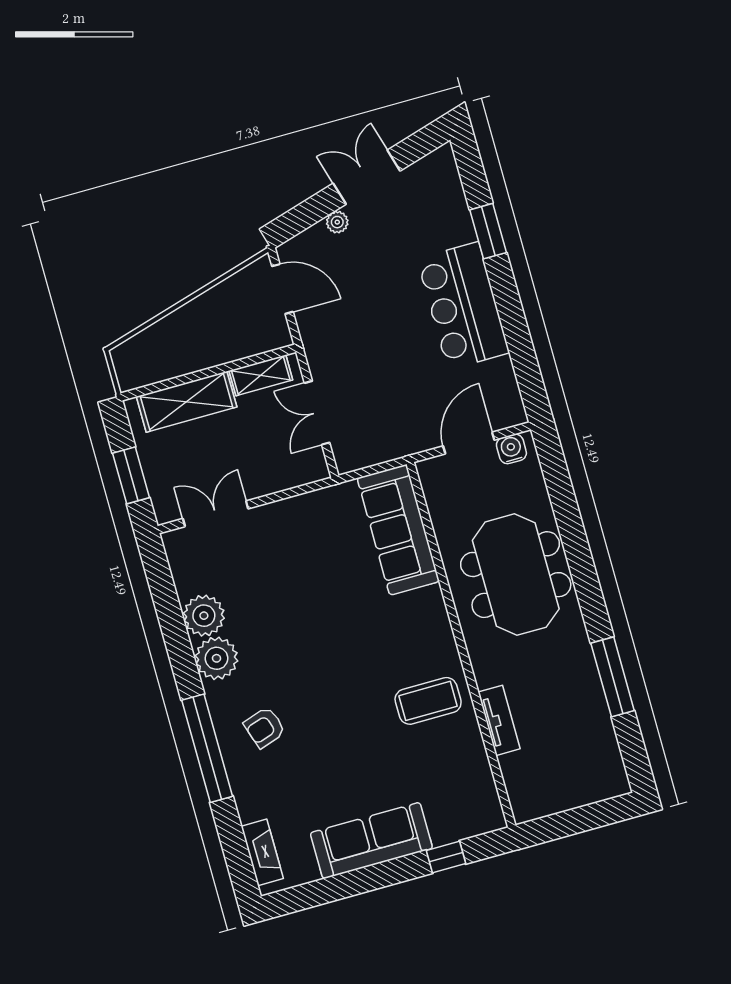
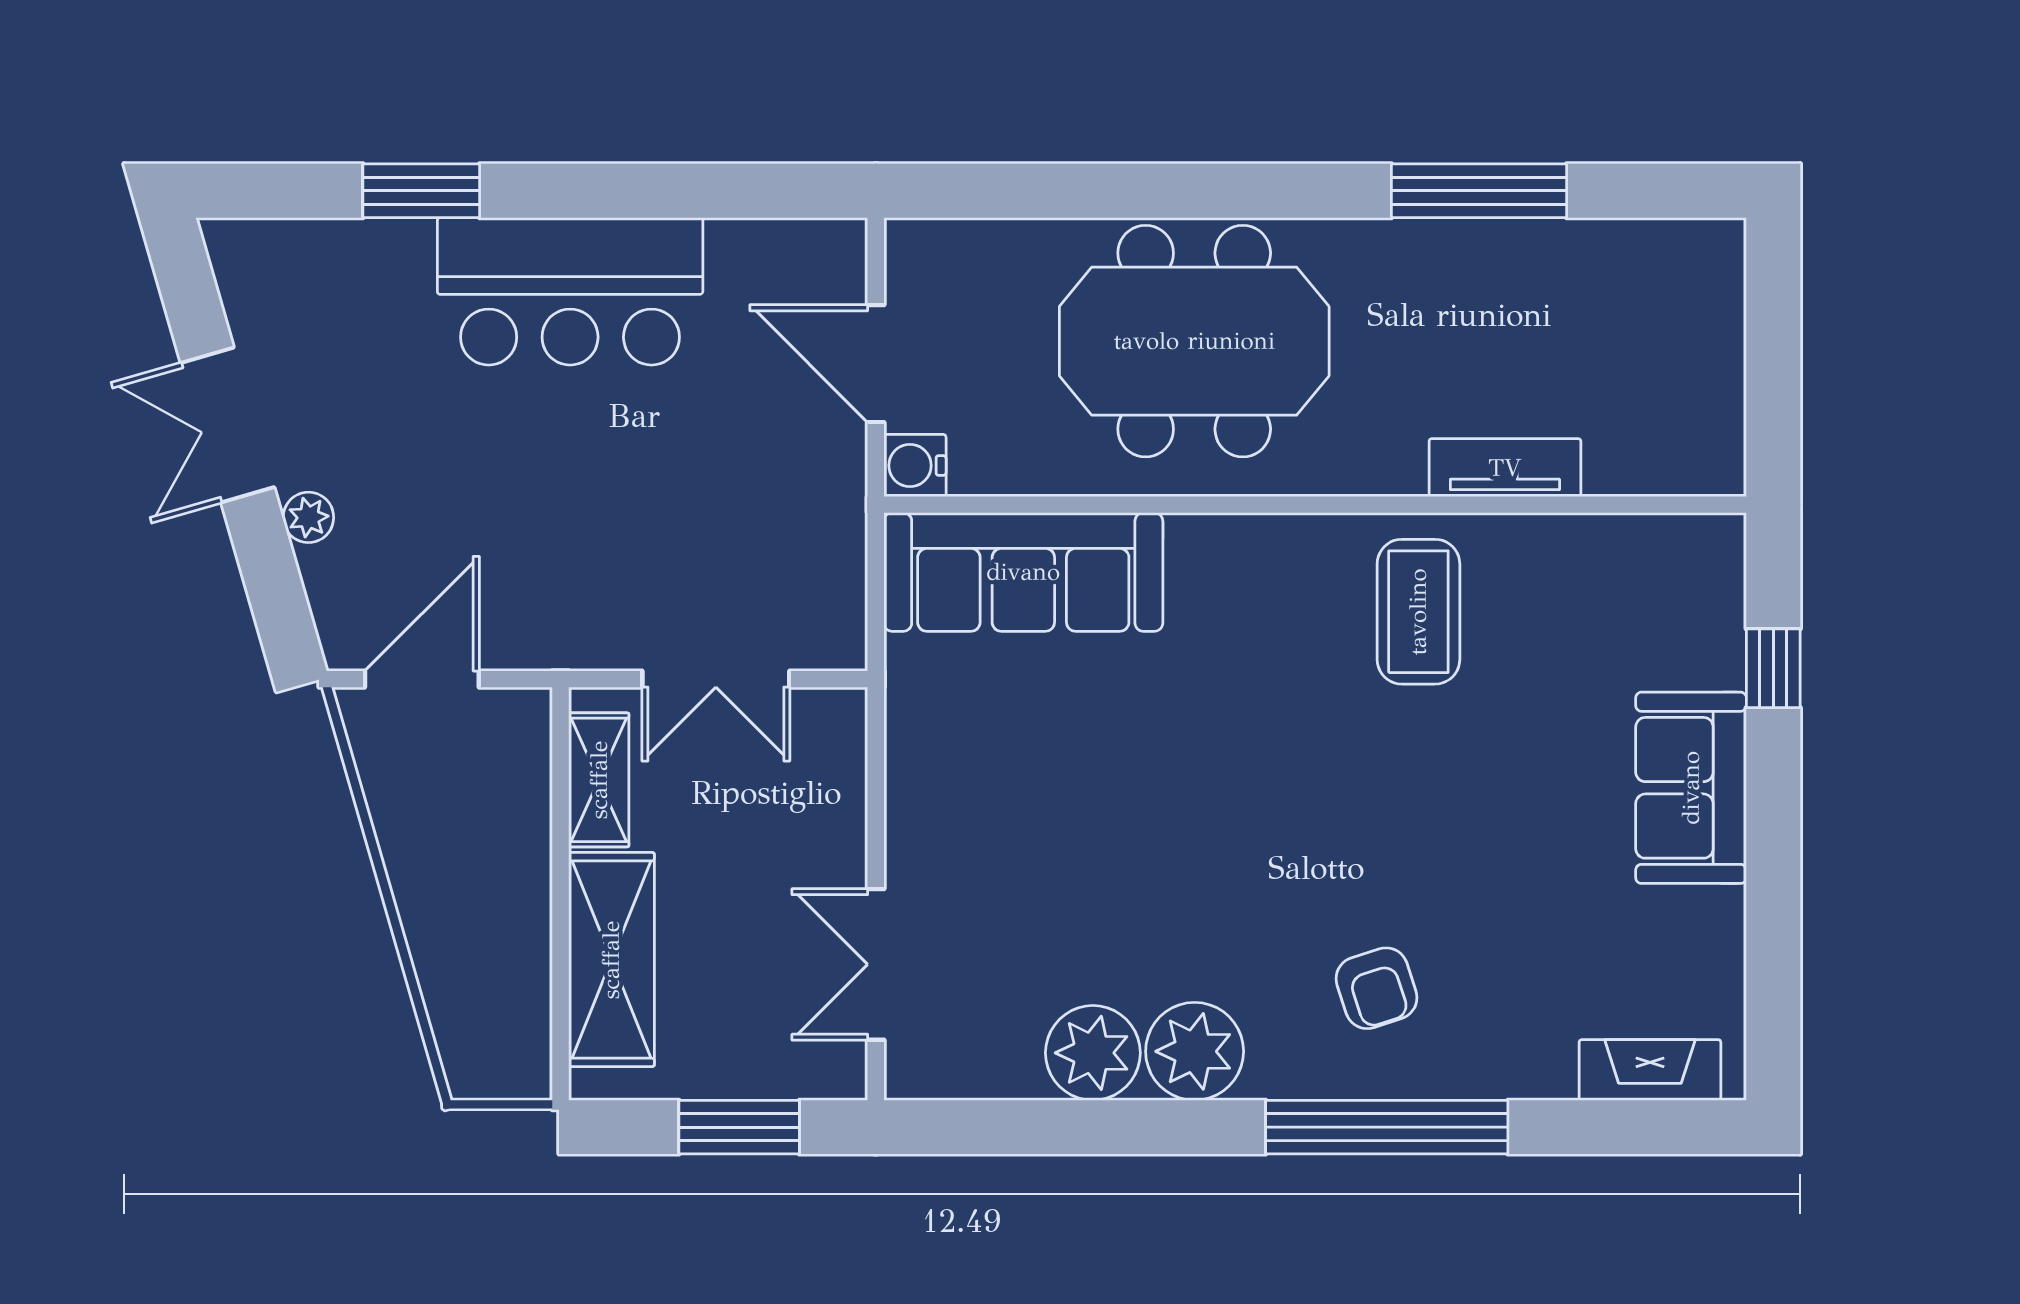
water cooler: (511, 449) -> (915, 466), moved
sofa: (371, 841) -> (1691, 788), width x0.73

